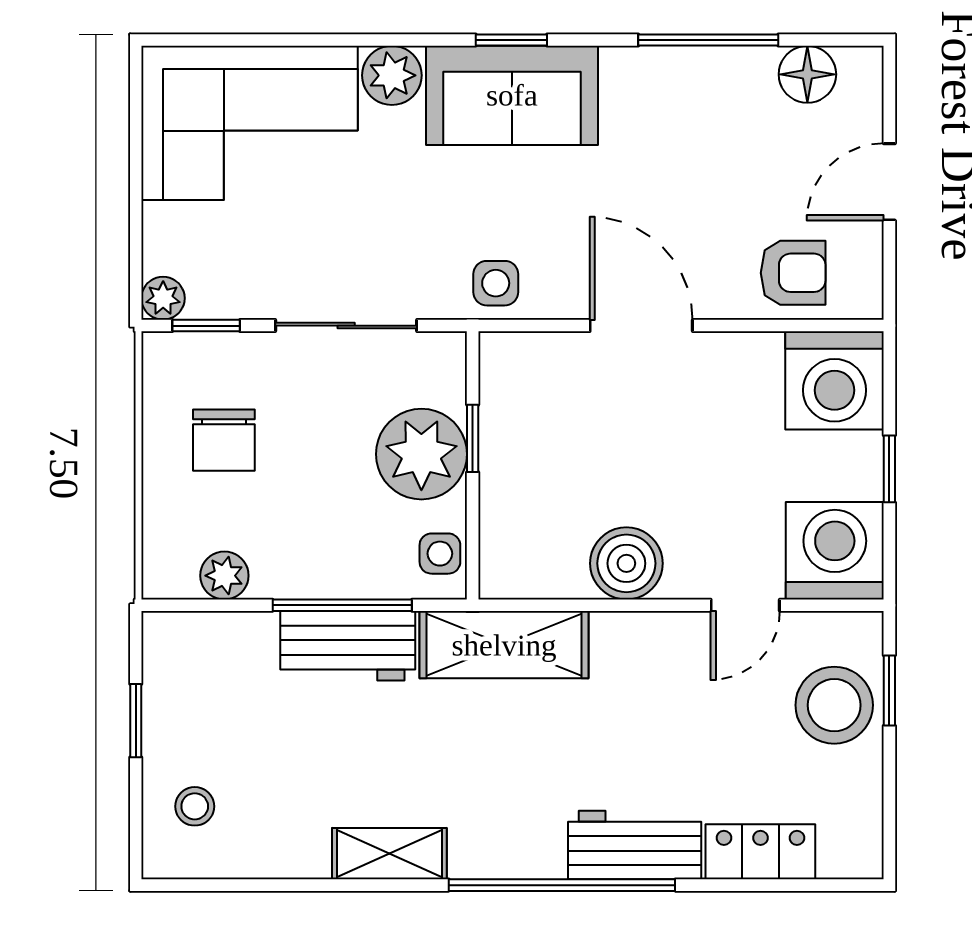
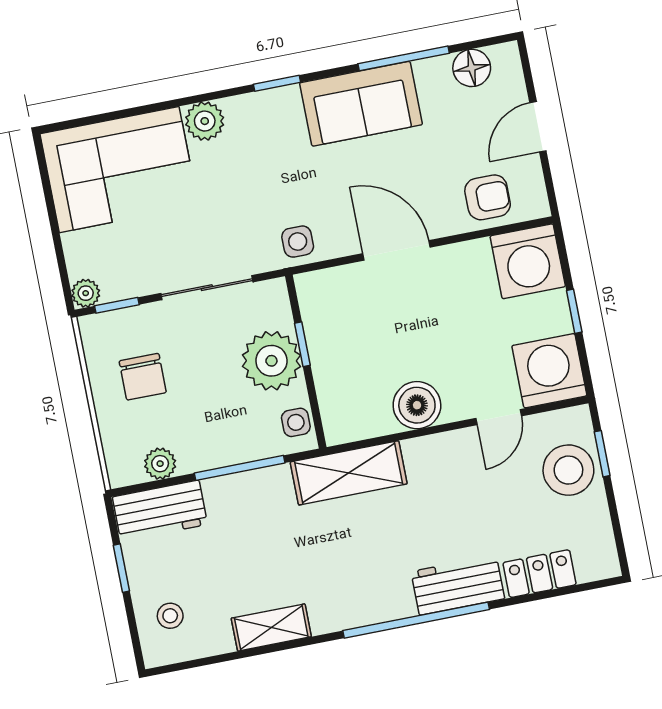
sofa: (512, 95) -> (361, 104), moved
workbench: (348, 646) -> (160, 511), moved
shelving: (389, 854) -> (271, 627), moved

